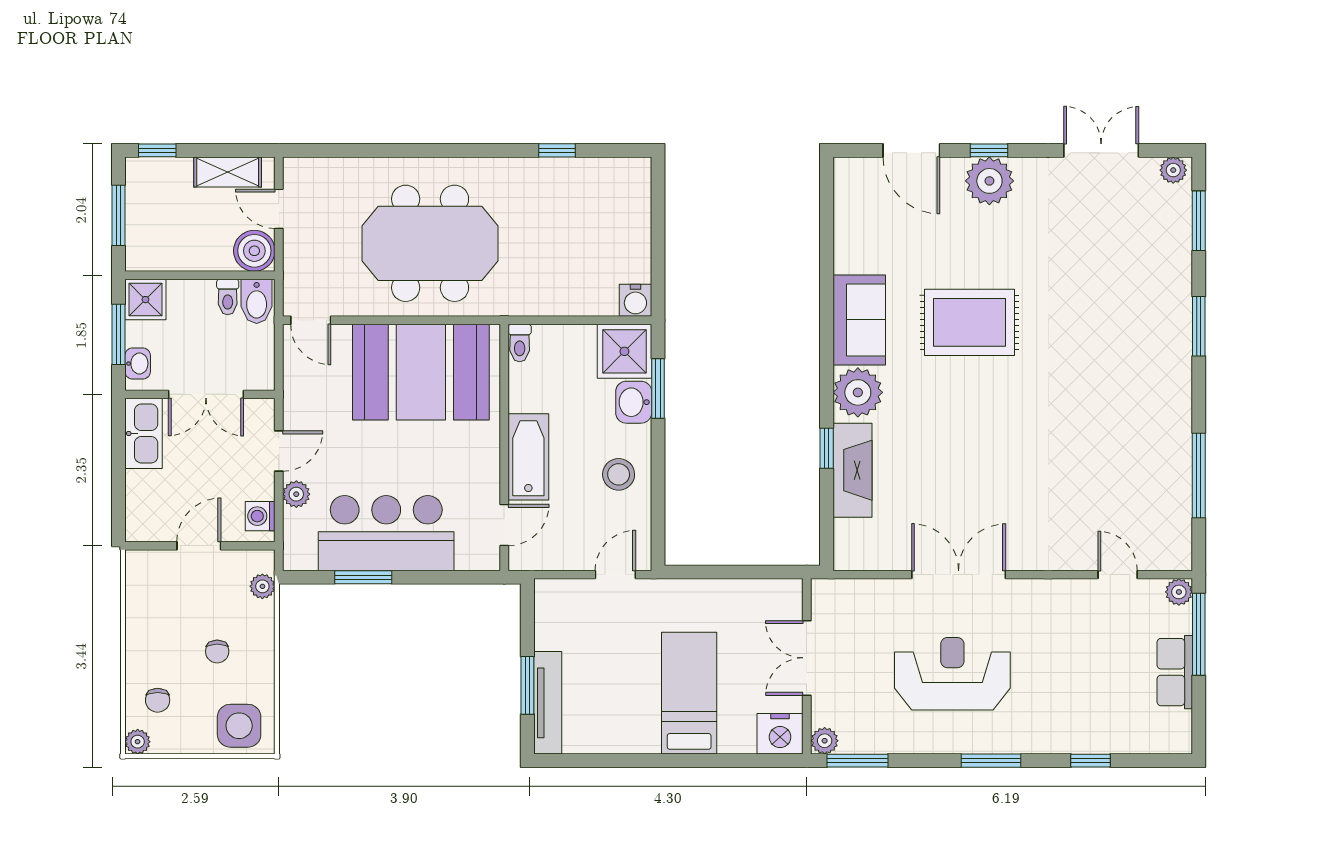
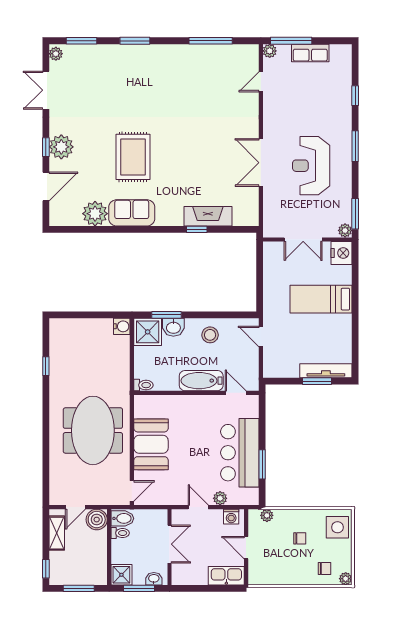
booth: (421, 372) -> (151, 444), width x0.73, depth x0.70
plant: (858, 392) -> (95, 214), moved
kitchen sink: (144, 433) -> (226, 576), moved

